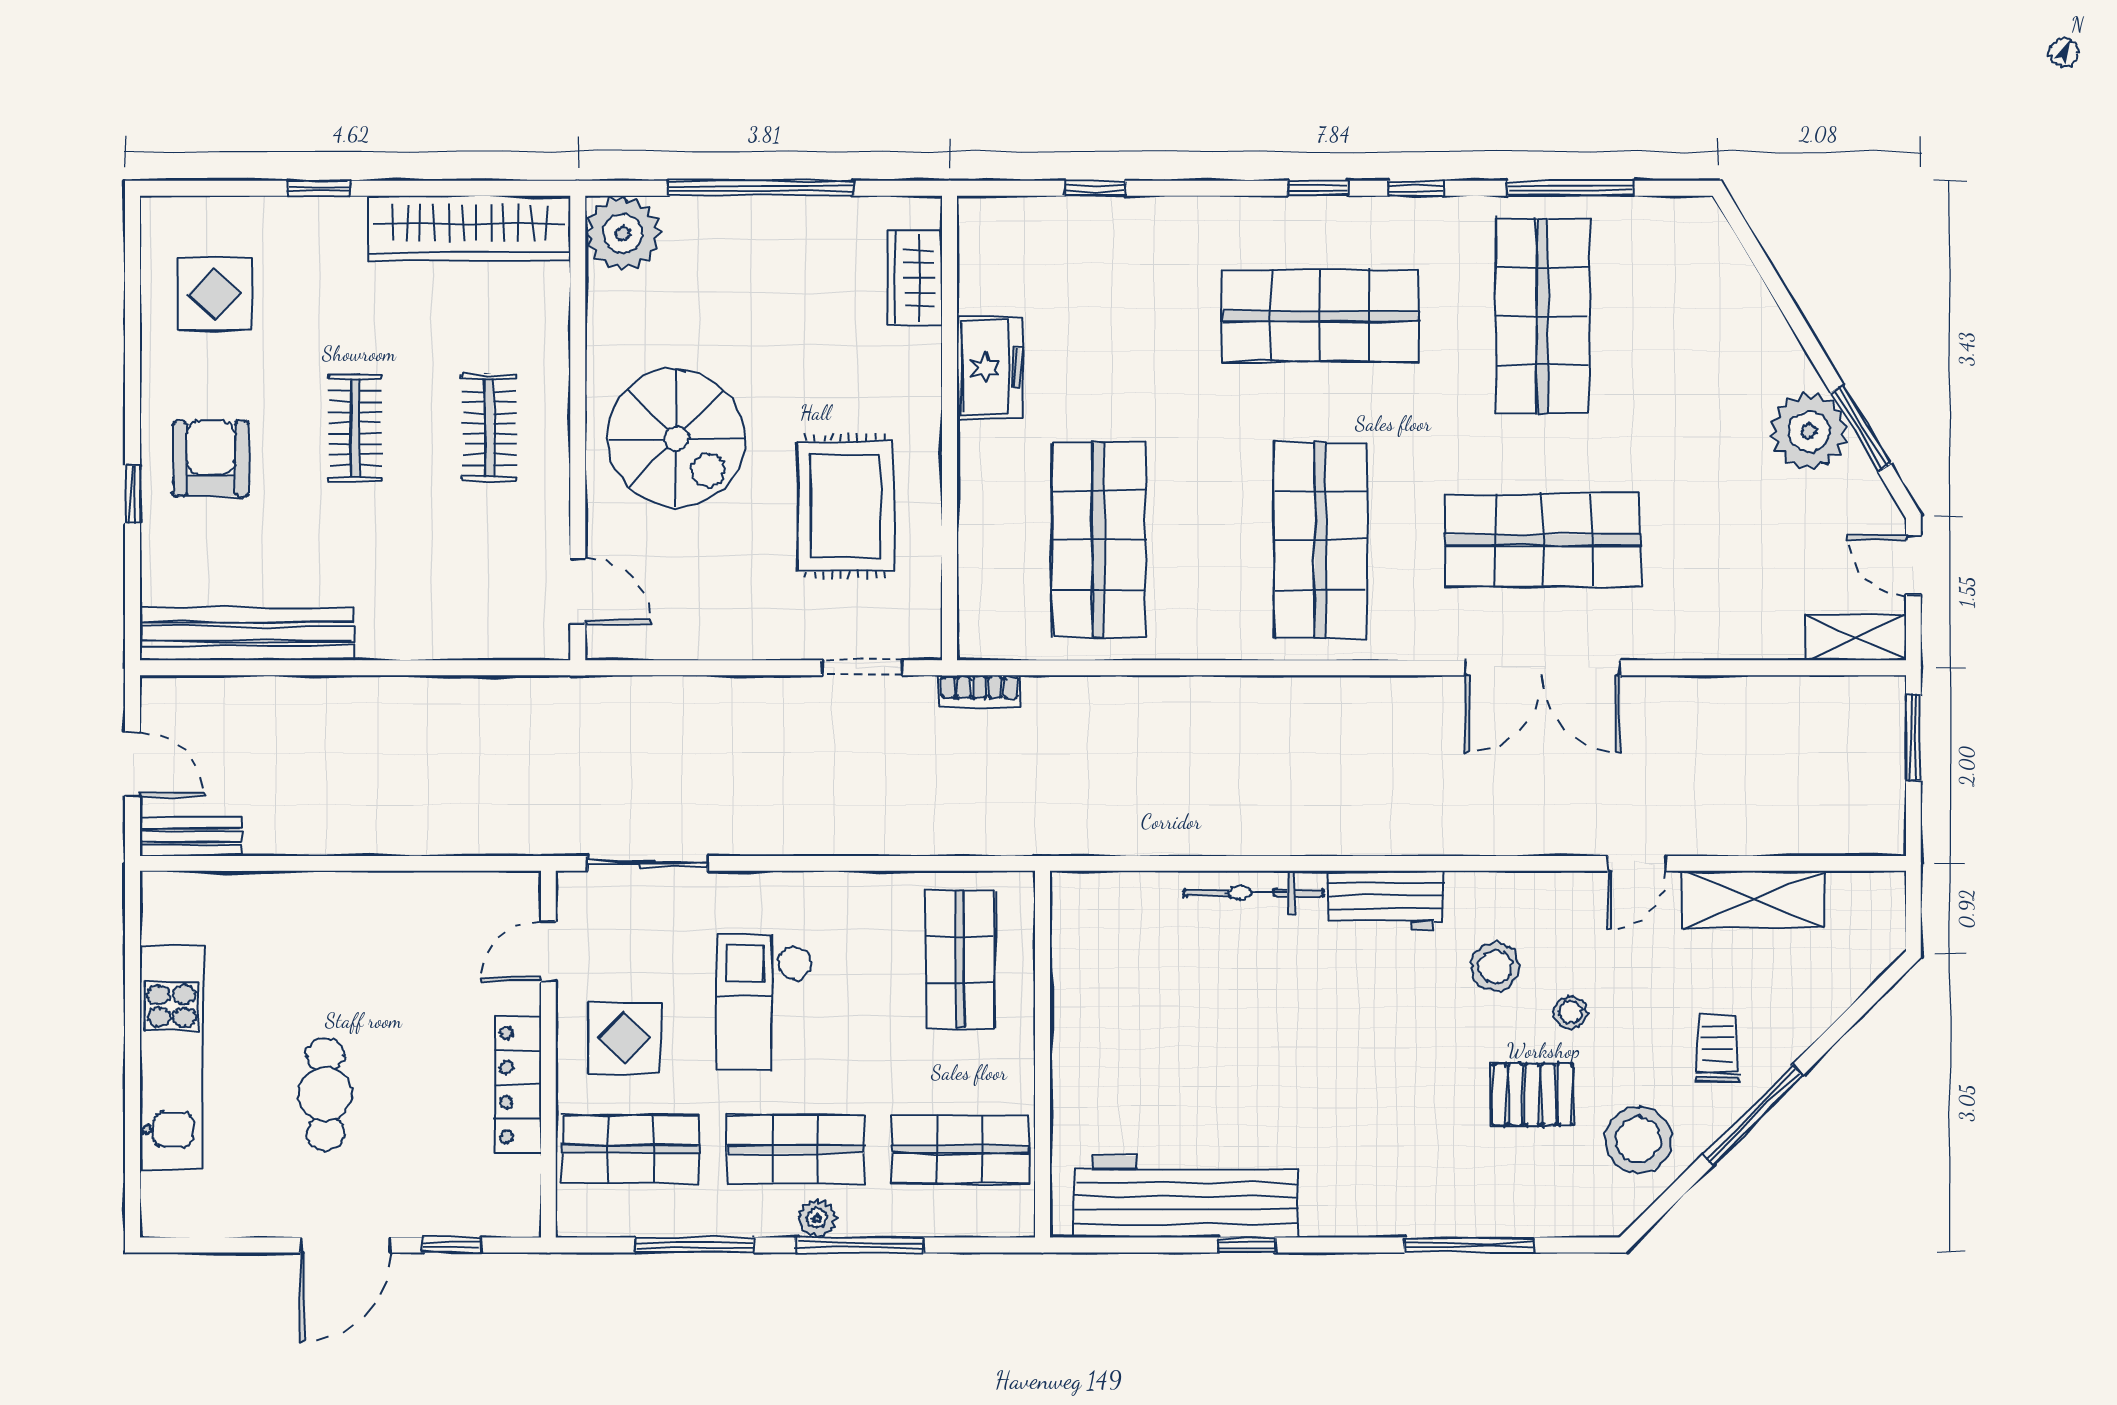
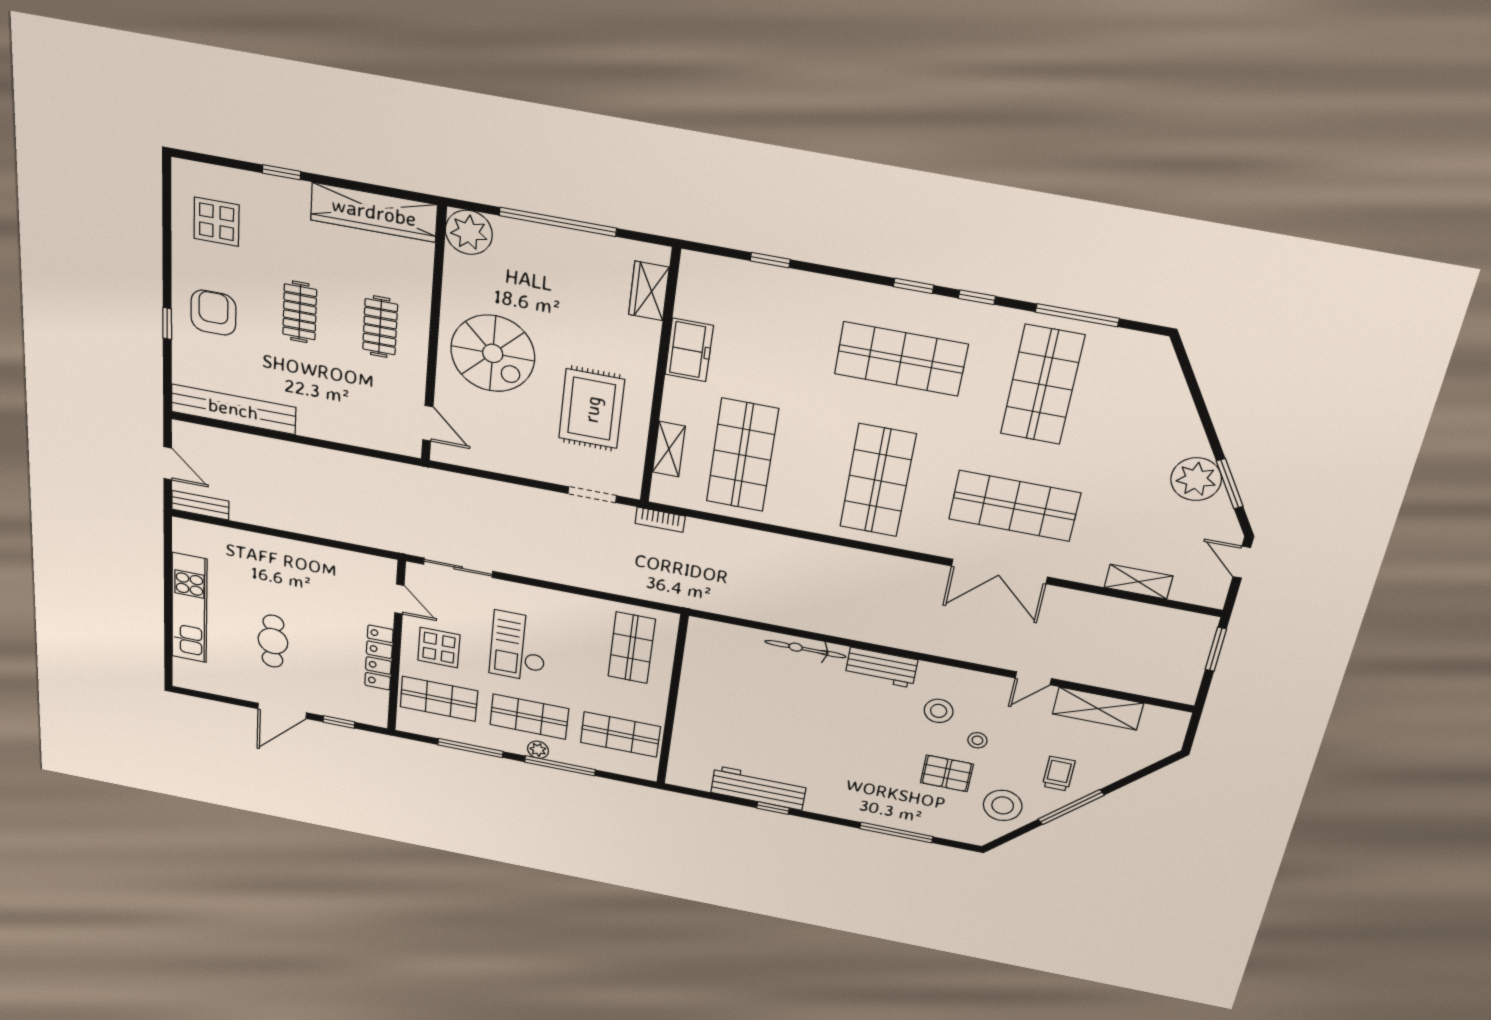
shelving: (979, 554) -> (669, 449), added
shelving: (1855, 637) -> (1138, 582), moved
door: (548, 952) -> (399, 599), swing flipped
workbench: (1186, 1197) -> (759, 788), width x0.73, depth x0.76

